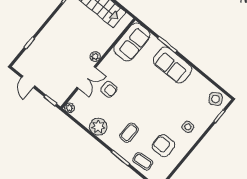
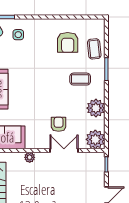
plant: (95, 57) -> (30, 157), moved
plant: (70, 108) -> (95, 139), width x1.88, depth x1.88
side table: (188, 127) -> (18, 35), moved

